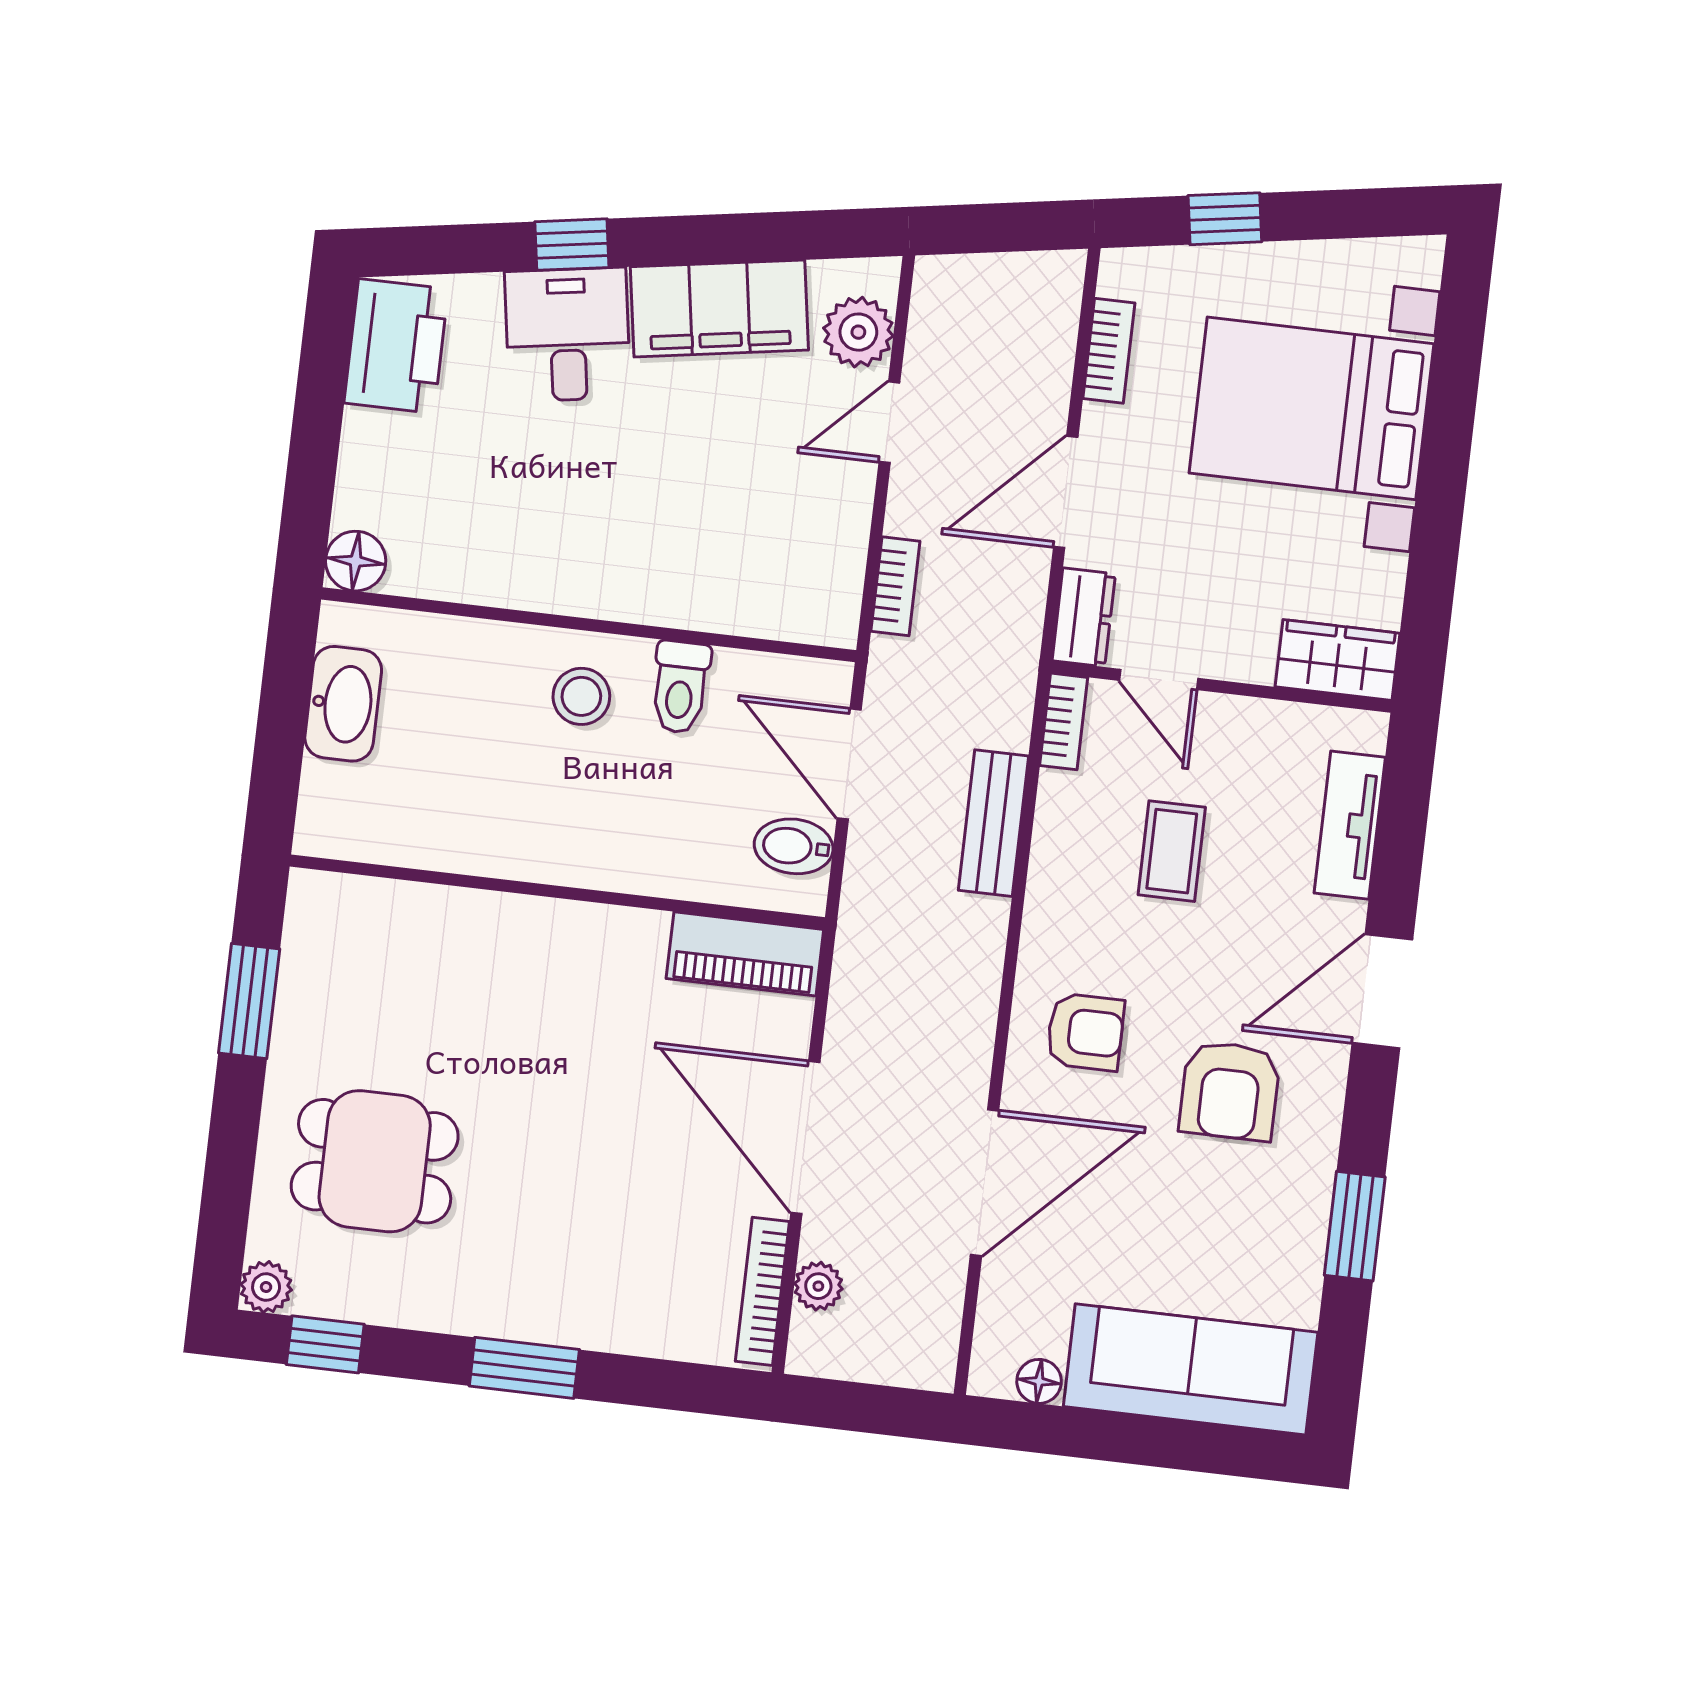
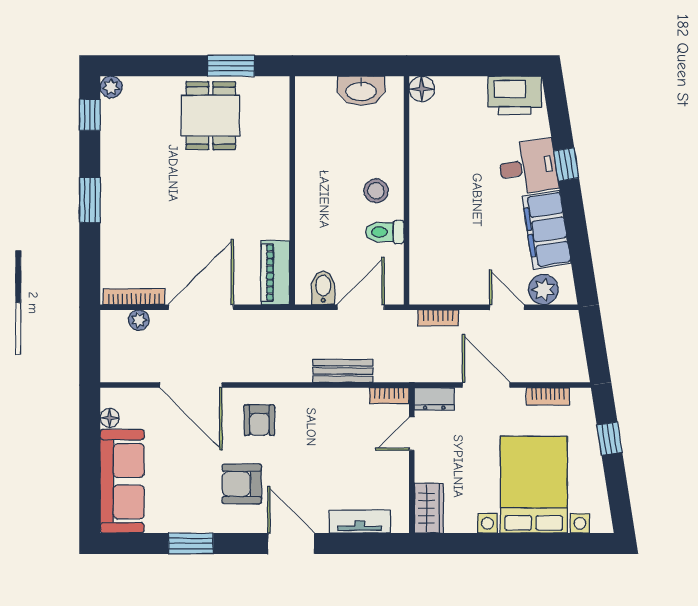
coffee table: (1172, 851) -> (340, 448), removed
dining table: (375, 1161) -> (211, 116), moved

